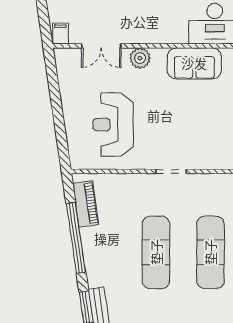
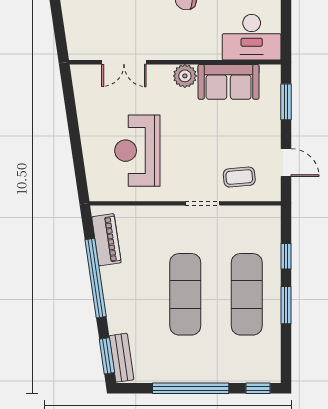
filing cabinet: (60, 34) -> (78, 48), removed
plant: (140, 58) -> (185, 76), moved
coffee table: (204, 148) -> (239, 177), added

